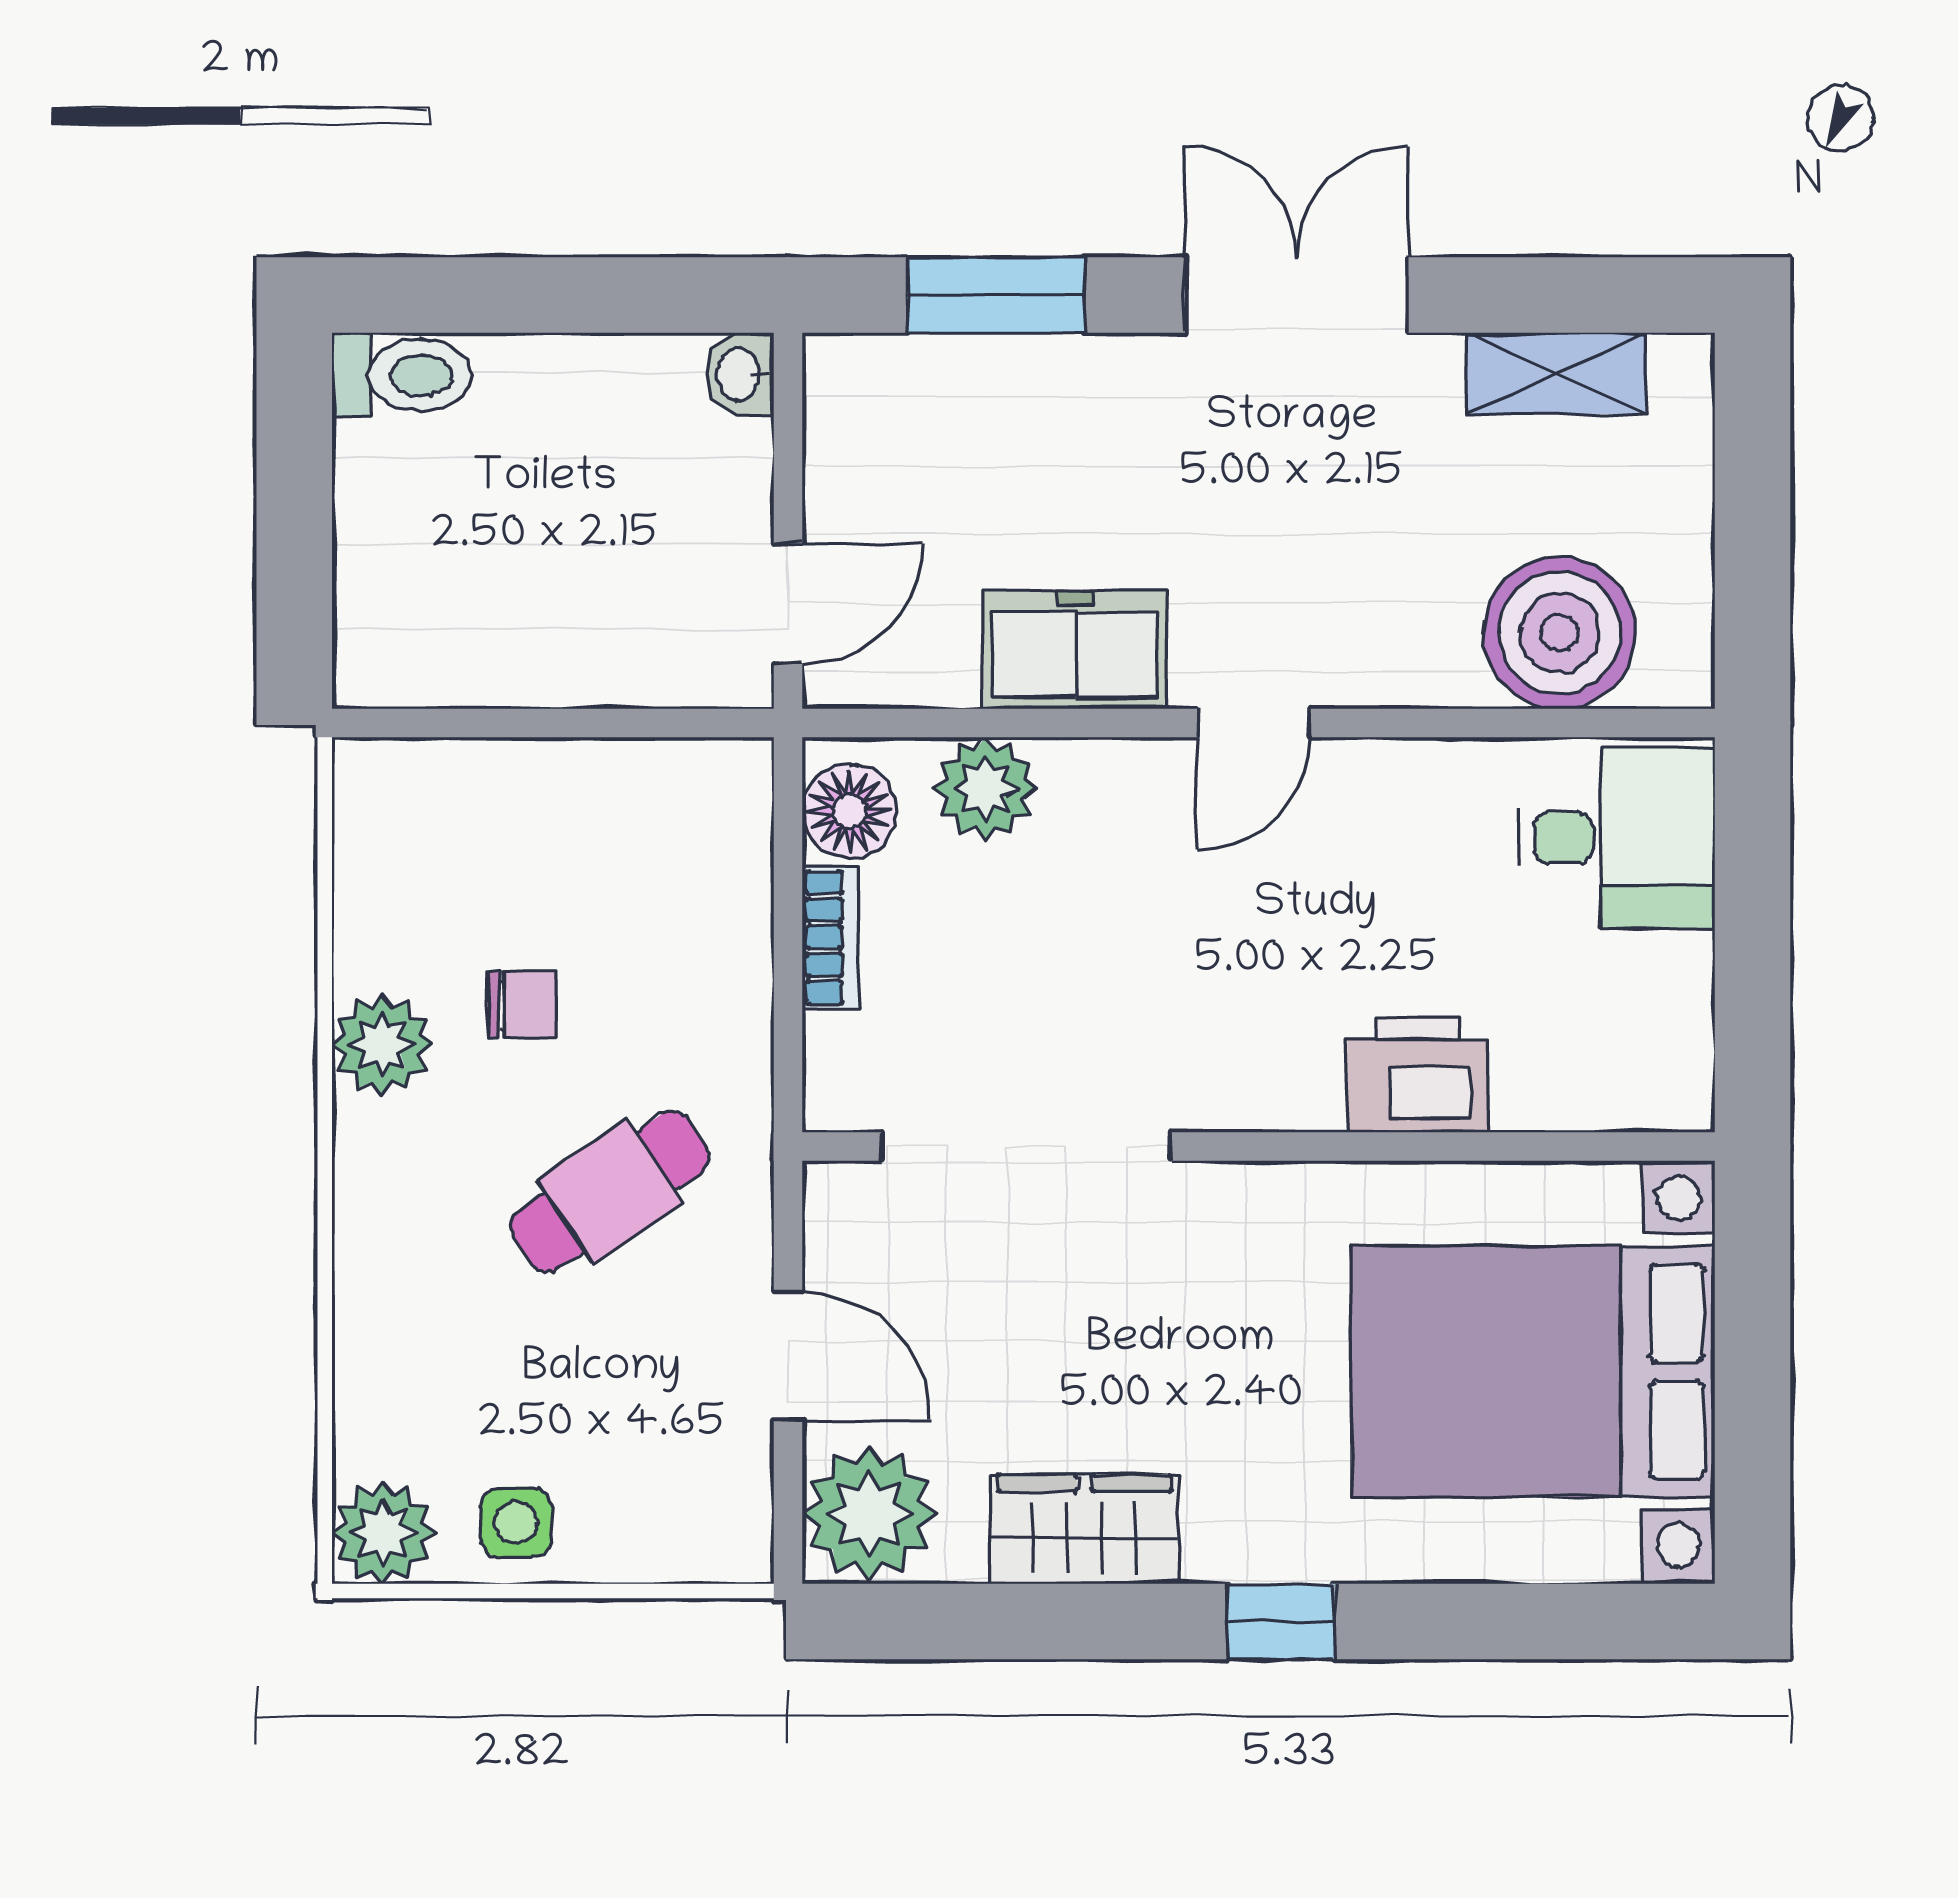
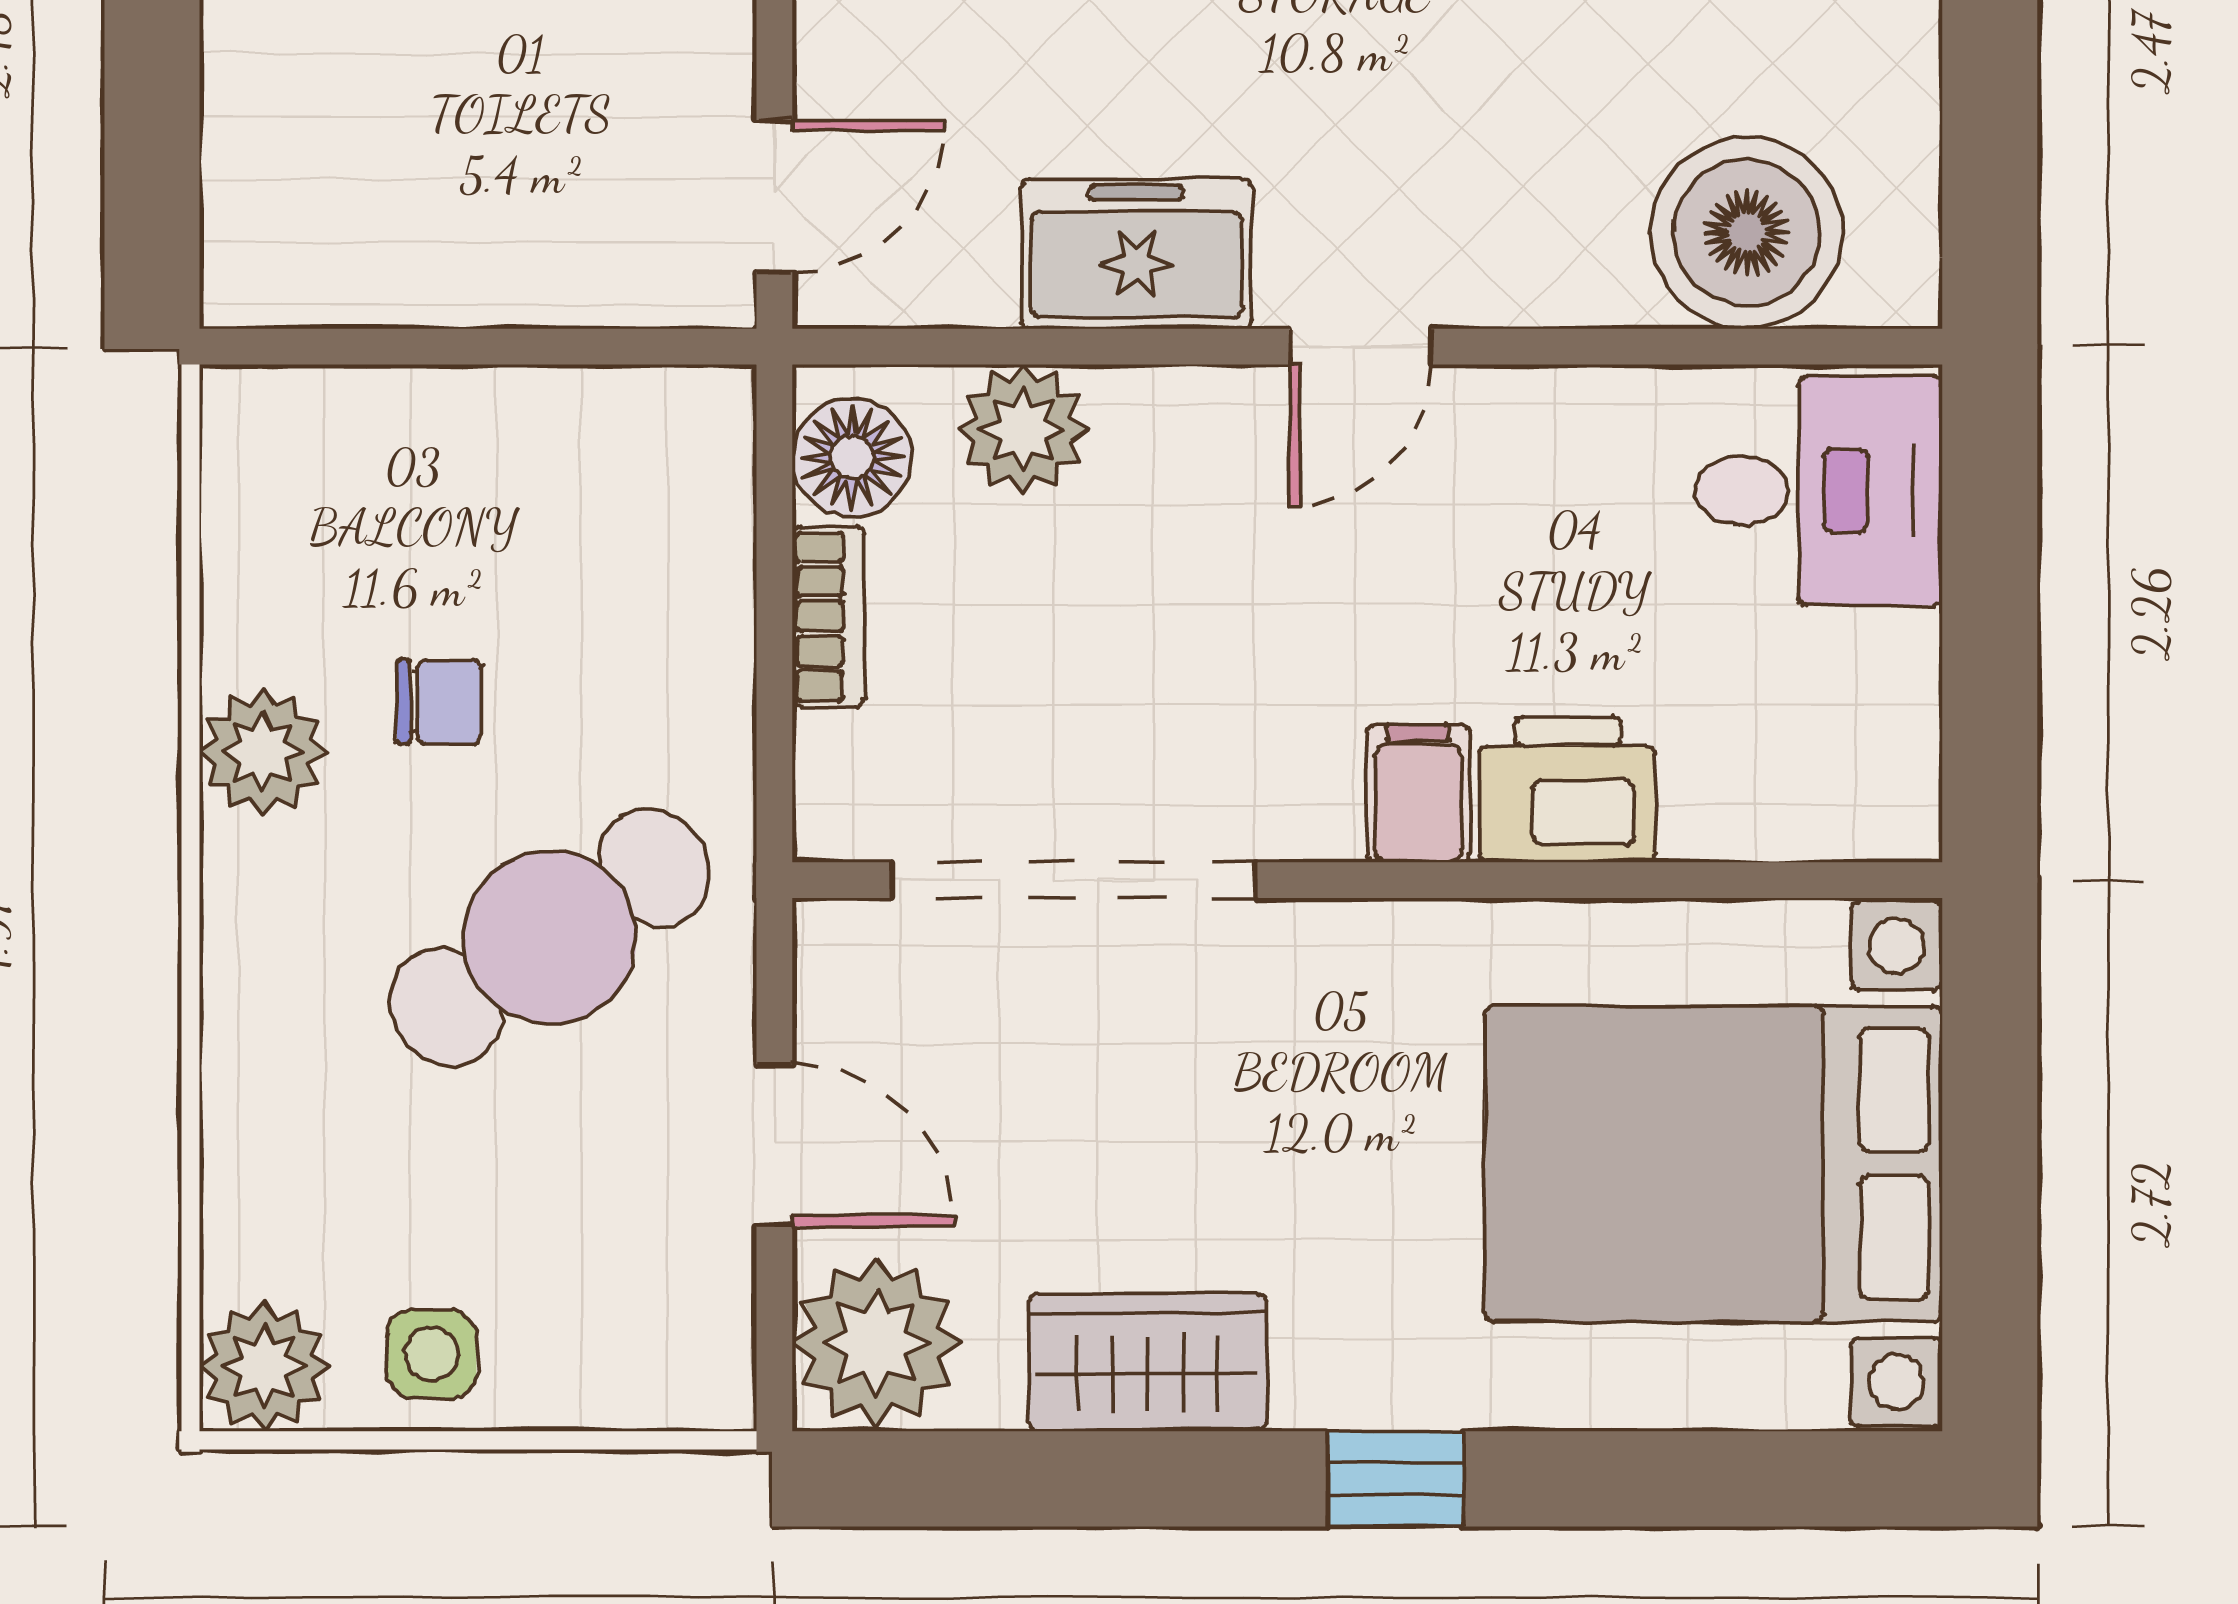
filing cabinet: (1299, 1078) -> (1418, 793), added
cafe table: (610, 1192) -> (550, 937), width x1.37, depth x1.35

